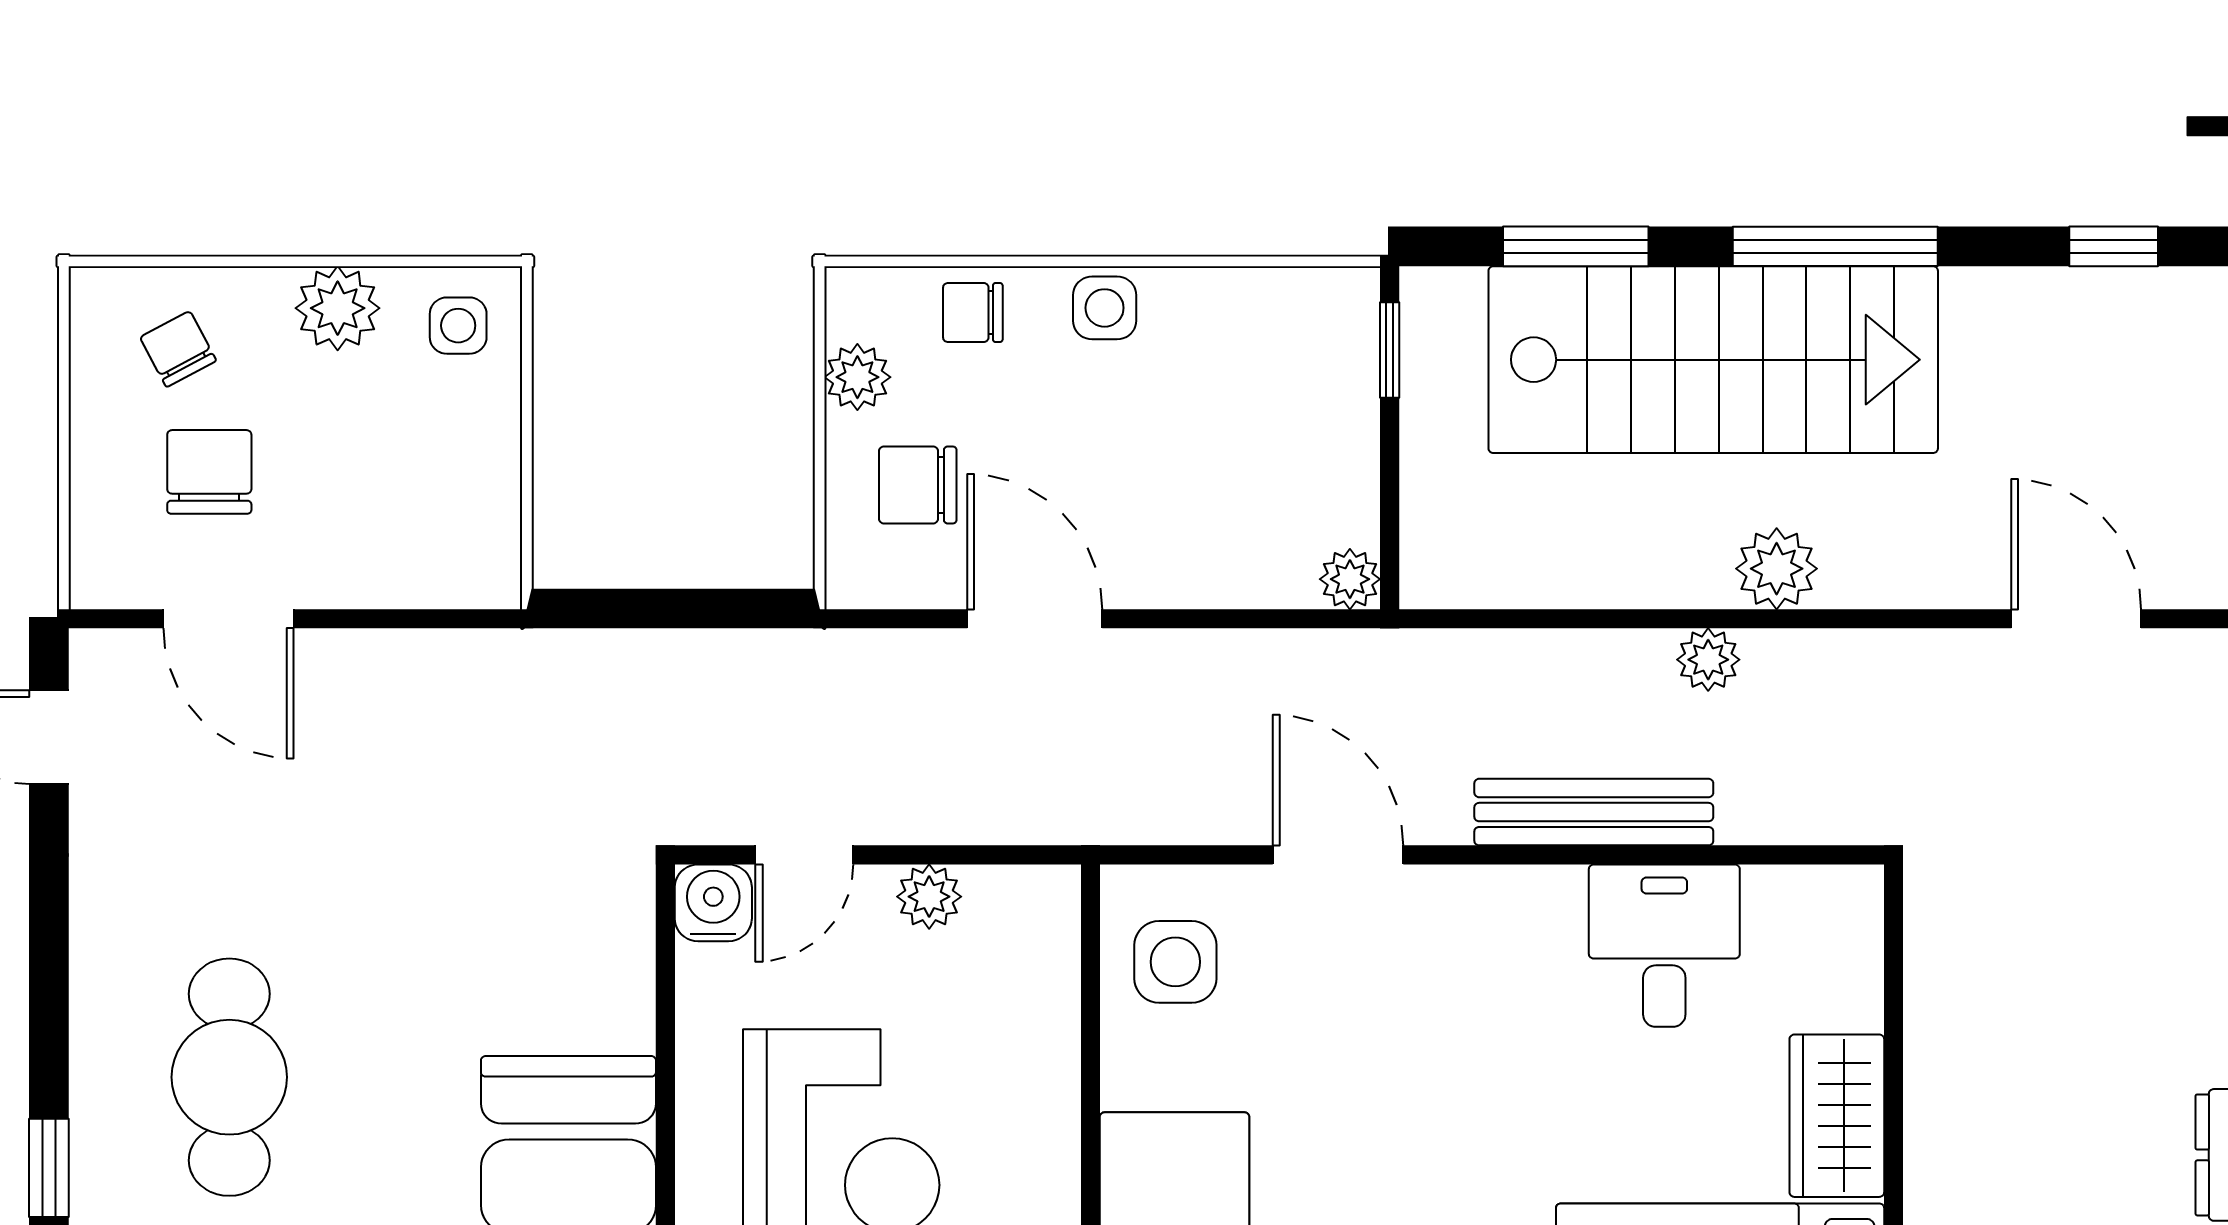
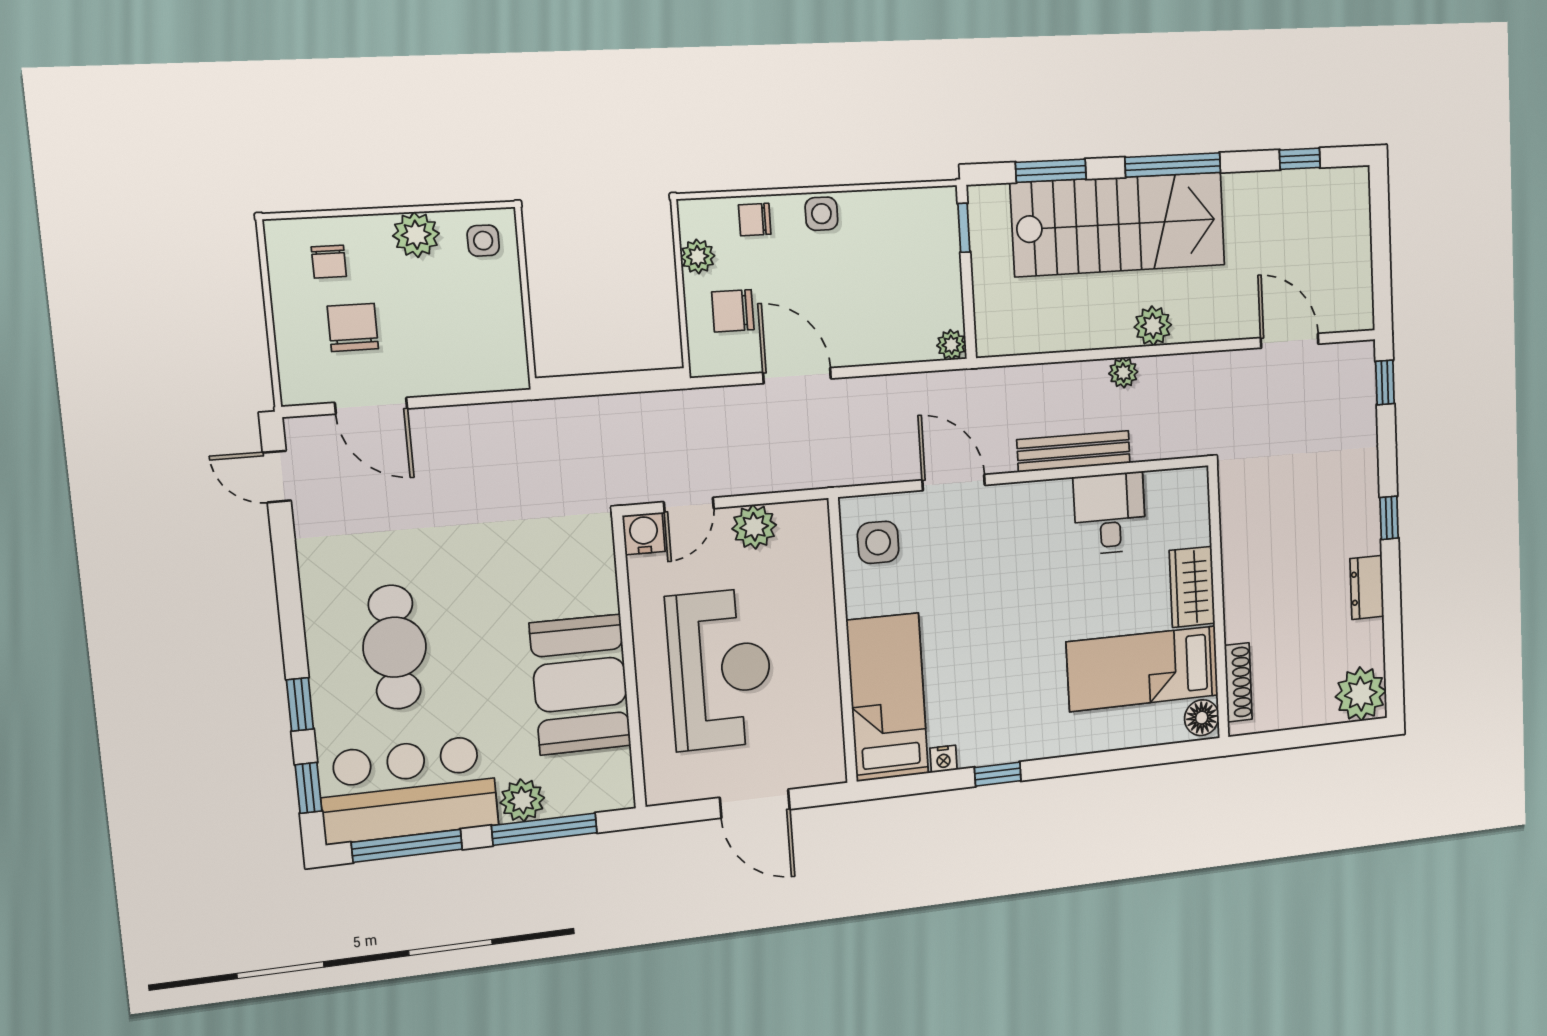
chair: (178, 349) -> (329, 262), turned -152
plant: (929, 897) -> (754, 527), width x1.38, depth x1.38

